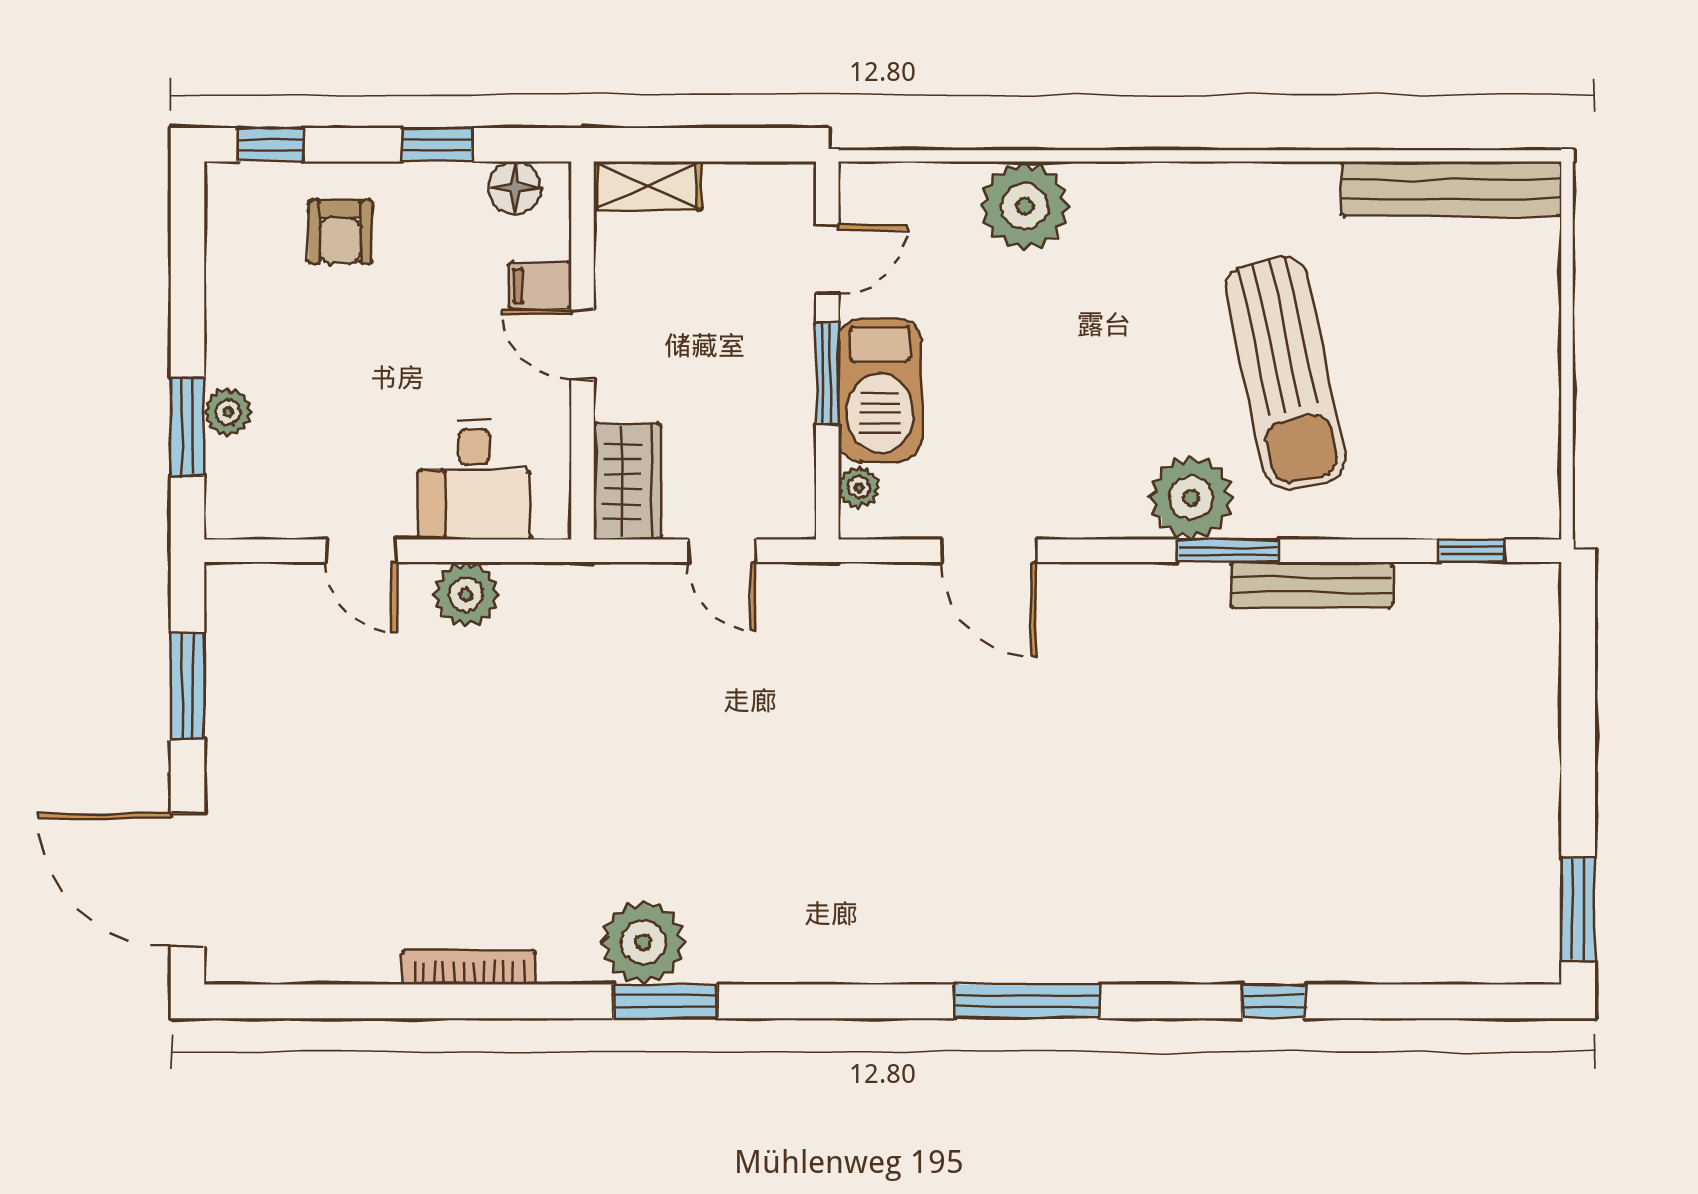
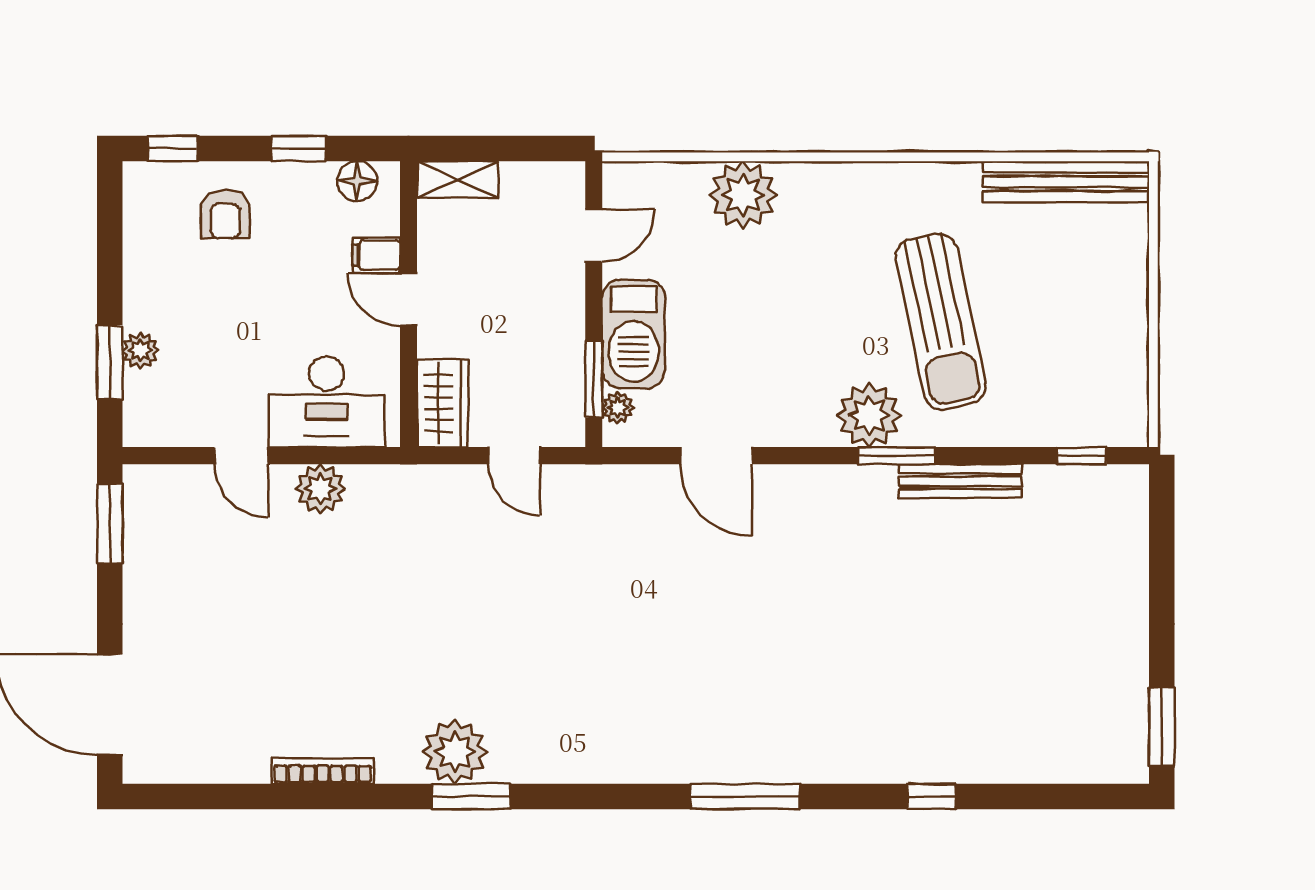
window: (827, 373) -> (594, 379), moved
desk: (474, 479) -> (327, 402), width x1.37
window: (187, 686) -> (110, 524), moved

